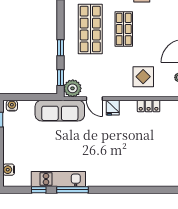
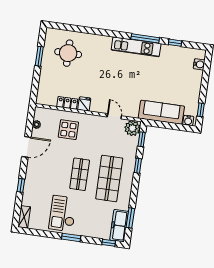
fridge: (113, 108) -> (84, 104), moved
sofa: (60, 111) -> (161, 112), moved
round table: (155, 161) -> (68, 53), added
kitchen unit: (58, 179) -> (136, 47), moved

